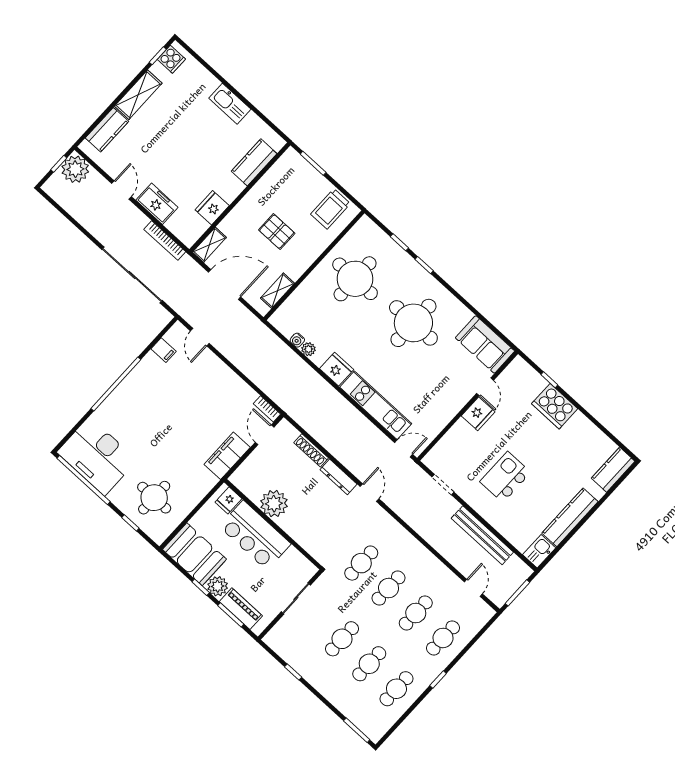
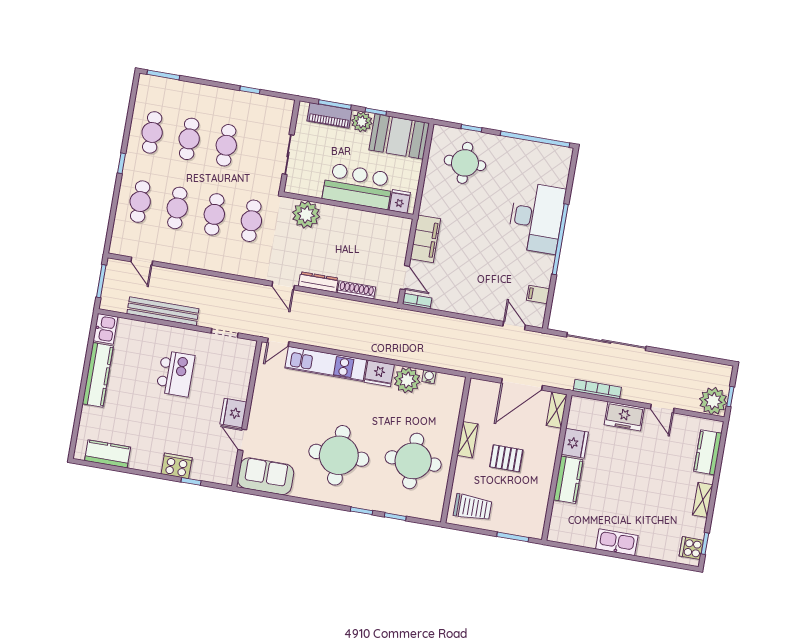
shelving: (138, 95) -> (703, 500), width x0.67, depth x0.75
kitchen counter: (254, 162) -> (568, 480), moved
trolley: (331, 209) -> (473, 507), turned 90
shelving: (278, 291) -> (468, 440), moved
plant: (309, 349) -> (407, 380), width x1.87, depth x1.87
cooker: (555, 406) -> (177, 466), width x0.73, depth x0.76
desk: (97, 456) -> (536, 218), moved, turned 90
kitchen counter: (613, 470) -> (108, 454), moved, turned -90
plant: (274, 504) -> (306, 215), moved

